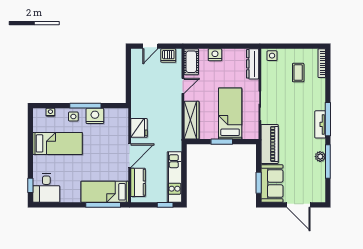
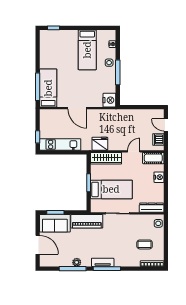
door: (183, 86) -> (134, 151), swing flipped
nightstand: (95, 116) -> (109, 100), moved
fridge: (139, 128) -> (100, 144), moved, turned 180
kitchen counter: (138, 182) -> (56, 115), removed
desk: (46, 188) -> (51, 41), removed
door: (298, 205) -> (38, 245), swing flipped

